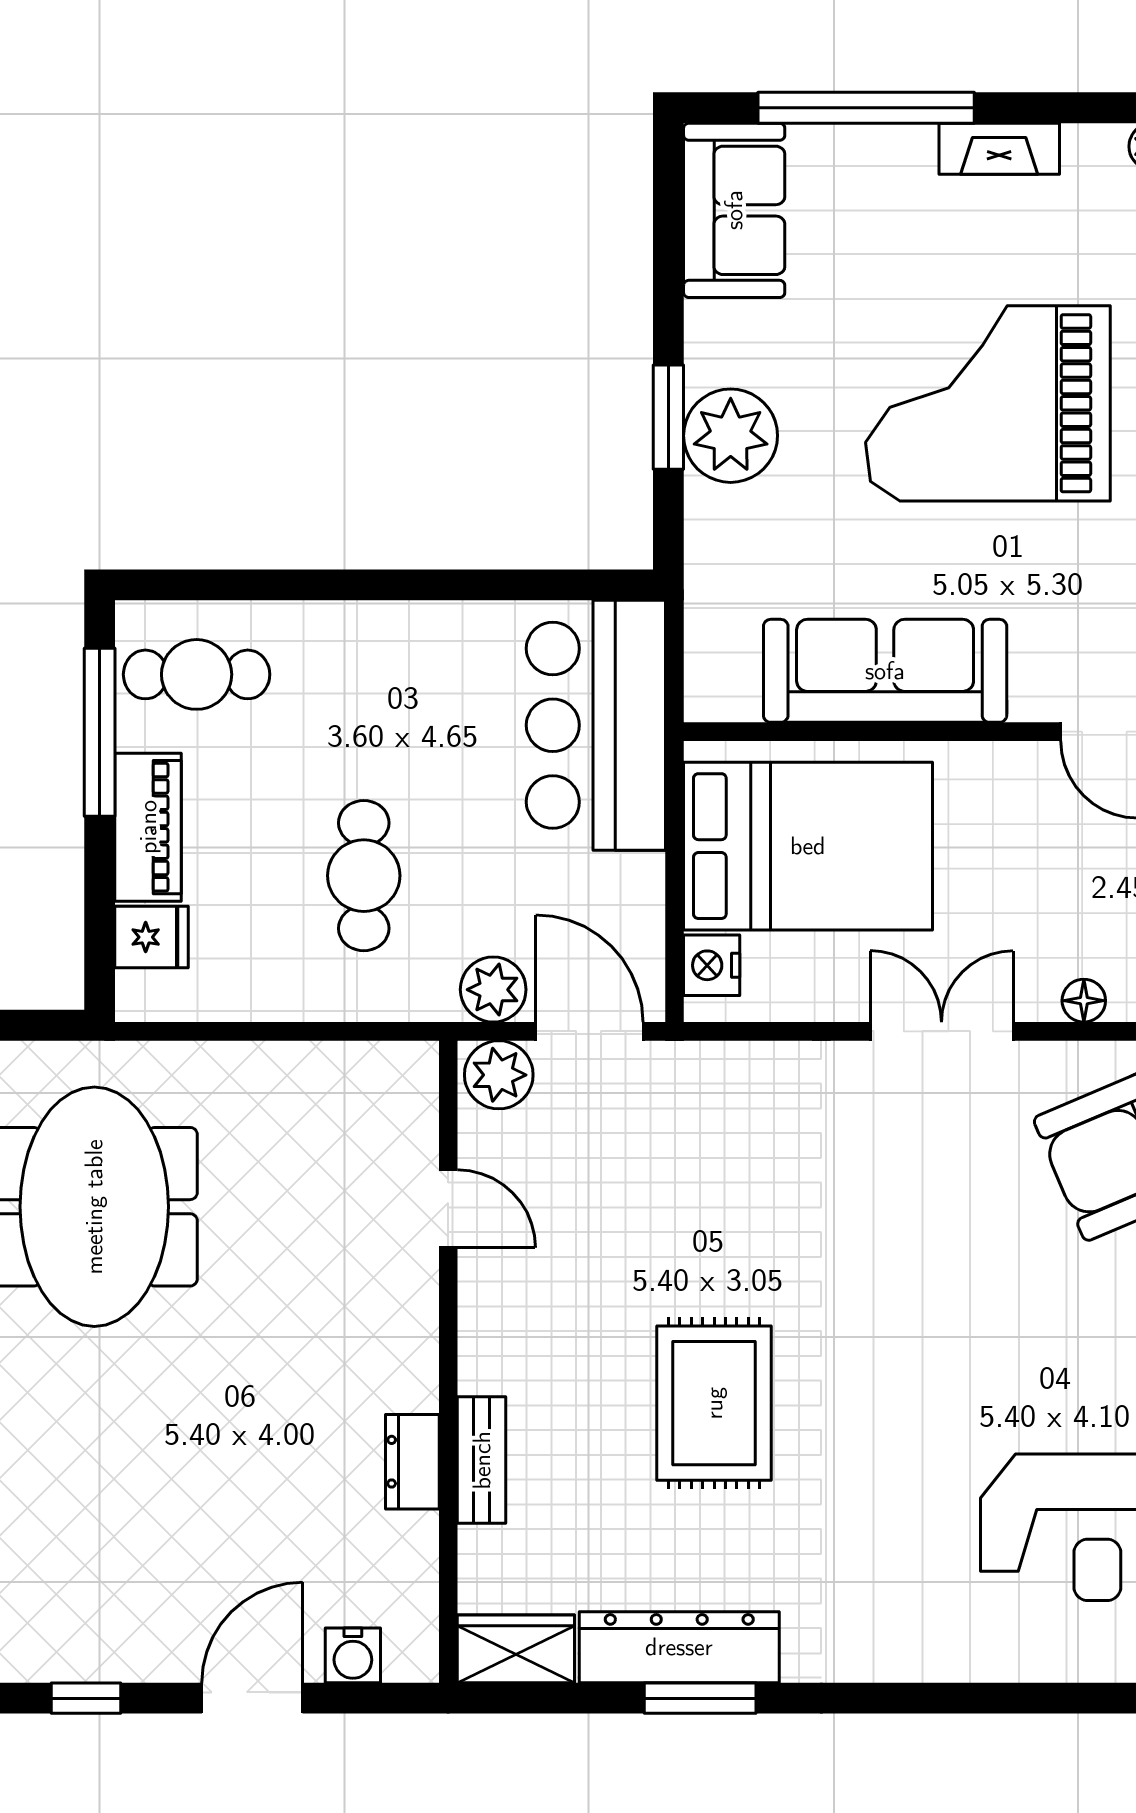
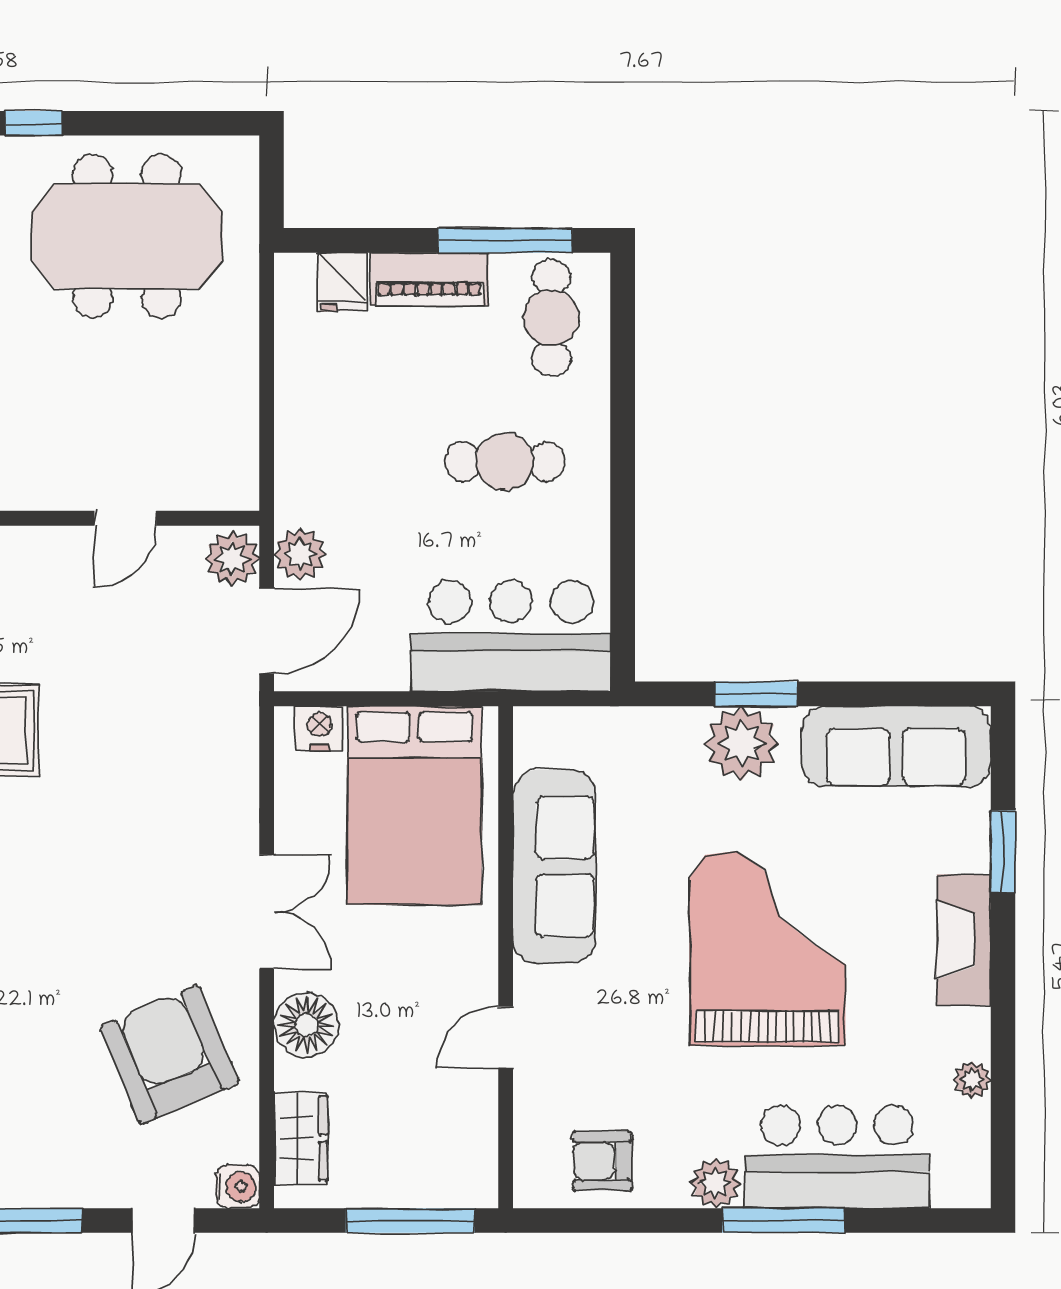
window: (866, 108) -> (1003, 852), width x0.47
fireplace: (999, 149) -> (964, 940), width x1.37, depth x1.32
sofa: (734, 210) -> (896, 746), width x1.36
cafe table: (364, 876) -> (505, 462), moved
floor lamp: (1084, 1001) -> (306, 1025), width x1.89, depth x1.89

